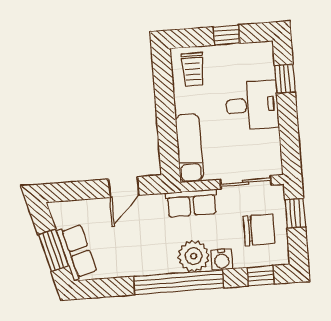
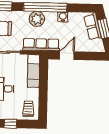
row of seats: (192, 203) -> (41, 45), width x1.48
water cooler: (222, 260) -> (63, 17), moved

